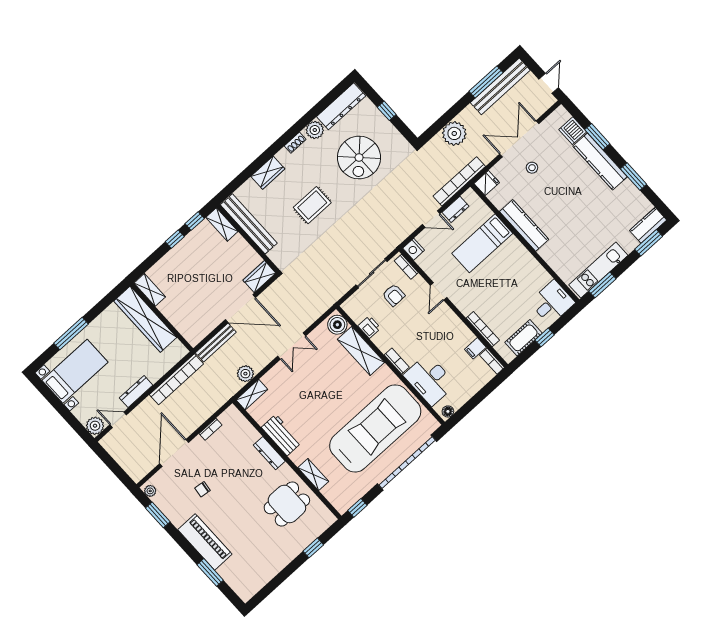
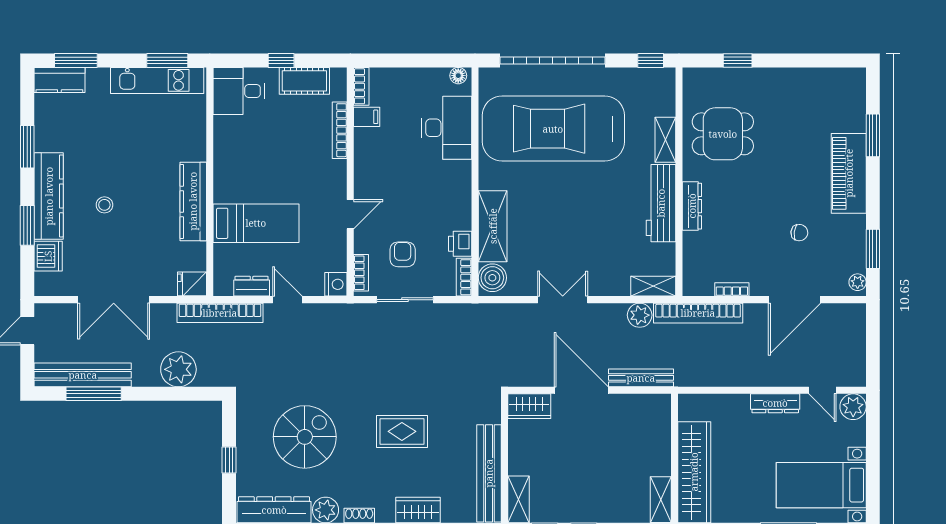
stool: (532, 168) -> (104, 205), moved
bookcase: (397, 361) -> (464, 277), moved
bookcase: (176, 379) -> (698, 313), moved, turned 180
workbench: (281, 435) -> (661, 203), width x1.38

